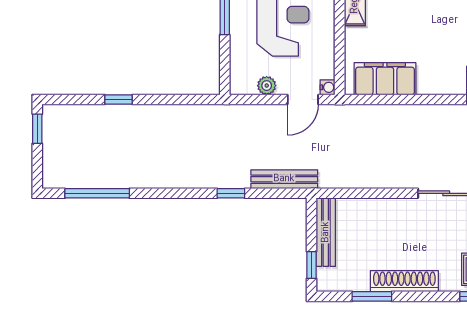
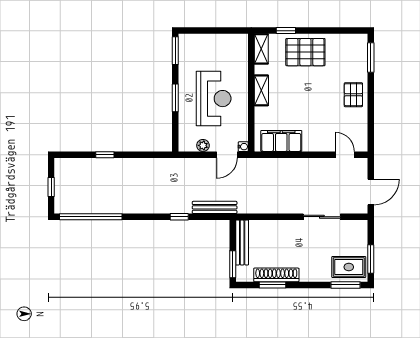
window: (37, 129) -> (51, 187), moved
window: (97, 193) -> (91, 217), width x1.46
window: (312, 265) -> (233, 264), width x1.50
shoe rack: (404, 281) -> (276, 275), moved

